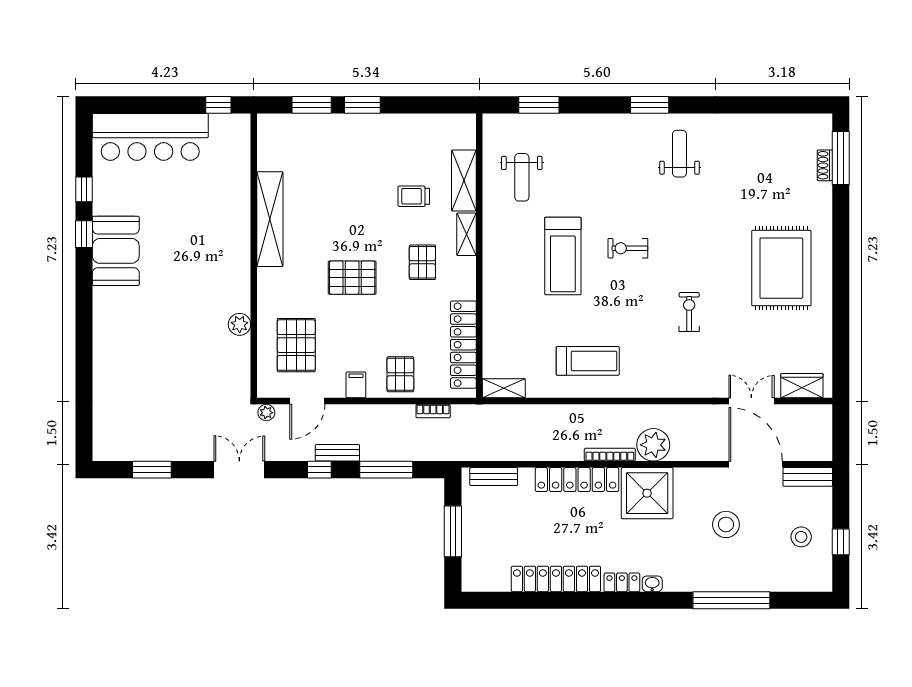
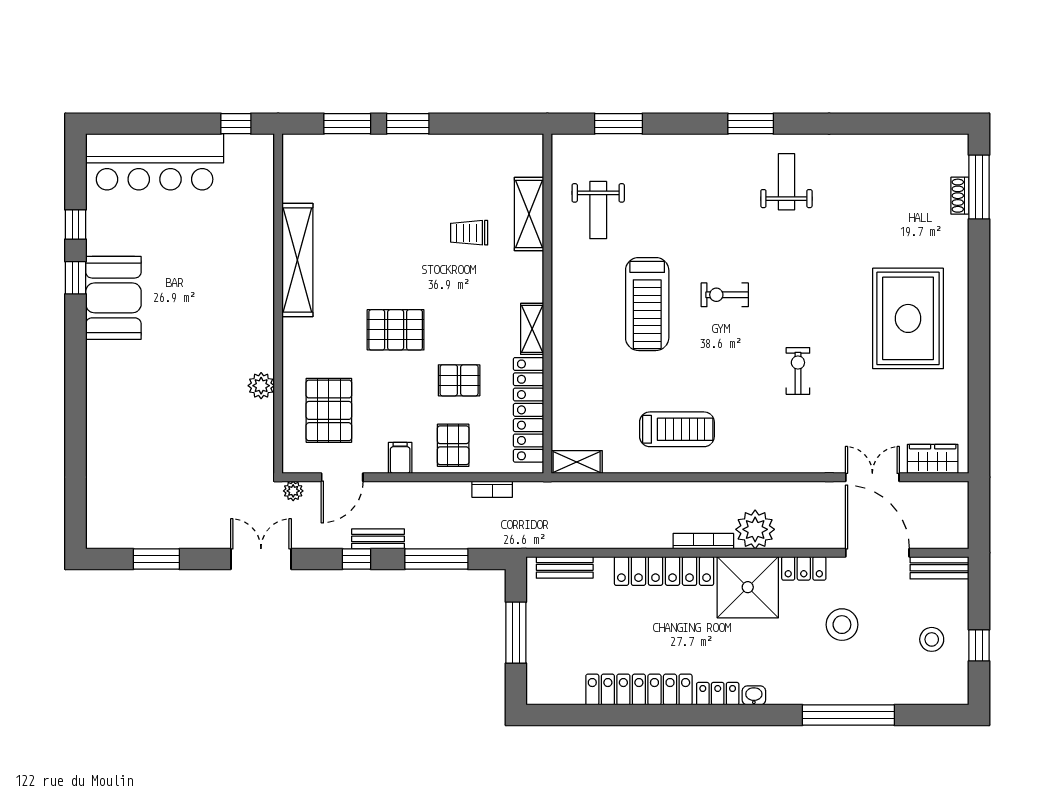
shelving: (467, 234) -> (532, 329), moved
pallet: (422, 262) -> (459, 380), moved, turned 90
locker: (694, 477) -> (804, 568), added

